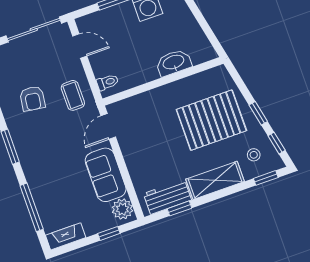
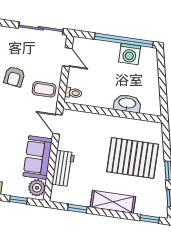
coffee table: (73, 95) -> (44, 89), turned 90
door: (108, 126) -> (58, 124), hinge flipped
stool: (254, 155) -> (150, 198), removed
workbench: (167, 197) -> (63, 168), moved, turned 90

